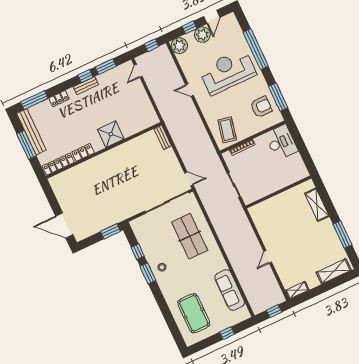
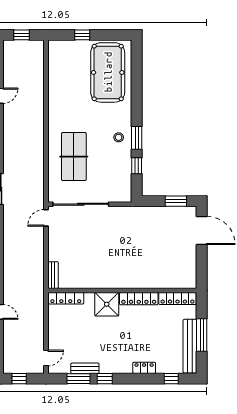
bench: (86, 86) -> (85, 368), moved
window: (34, 100) -> (171, 379), width x0.46
locker: (145, 124) -> (66, 298), added
locker: (83, 152) -> (139, 299), width x1.53
door: (189, 179) -> (46, 218), hinge flipped
window: (110, 231) -> (176, 201), moved
sofa: (230, 290) -> (58, 79), removed
pool table: (194, 313) -> (108, 72), width x1.36, depth x1.32

